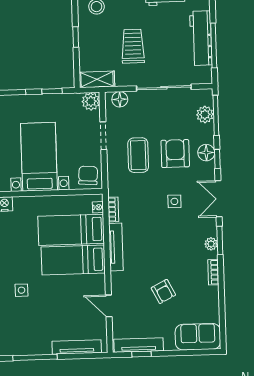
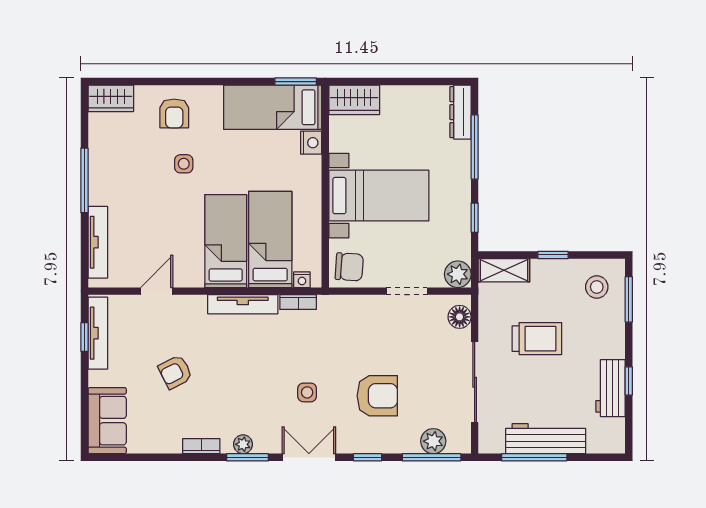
shelving: (97, 79) -> (504, 270), moved, turned 90
floor lamp: (206, 153) -> (377, 441), removed
coffee table: (138, 155) -> (377, 341), removed

